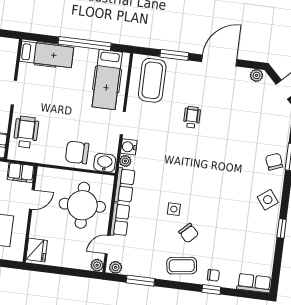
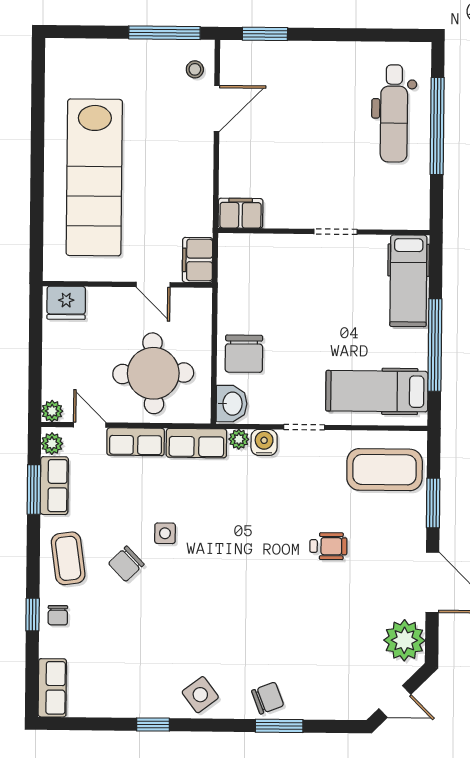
plant: (257, 75) -> (404, 640), width x1.88, depth x1.88
wheelchair: (26, 132) -> (269, 261), removed
chair: (77, 152) -> (244, 354), turned 180
row of seats: (139, 269) -> (54, 486), added

